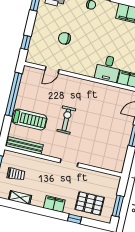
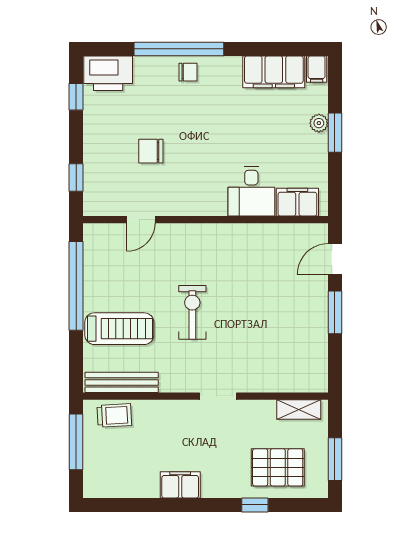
trolley: (16, 174) -> (114, 415), moved
shelving: (20, 198) -> (299, 409), moved
filing cabinet: (54, 204) -> (180, 485), moved

